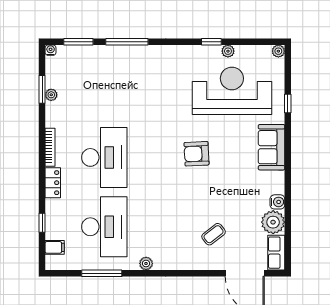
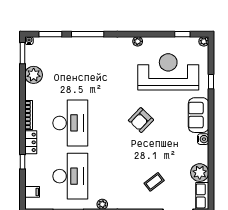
window: (211, 42) -> (182, 34), moved
plant: (228, 51) -> (138, 41), moved
window: (42, 89) -> (23, 53), moved
plant: (51, 95) -> (34, 75), width x1.87, depth x1.87
armchair: (196, 154) -> (141, 120), turned -43
water cooler: (277, 202) -> (203, 139), moved
window: (42, 223) -> (23, 162), moved

